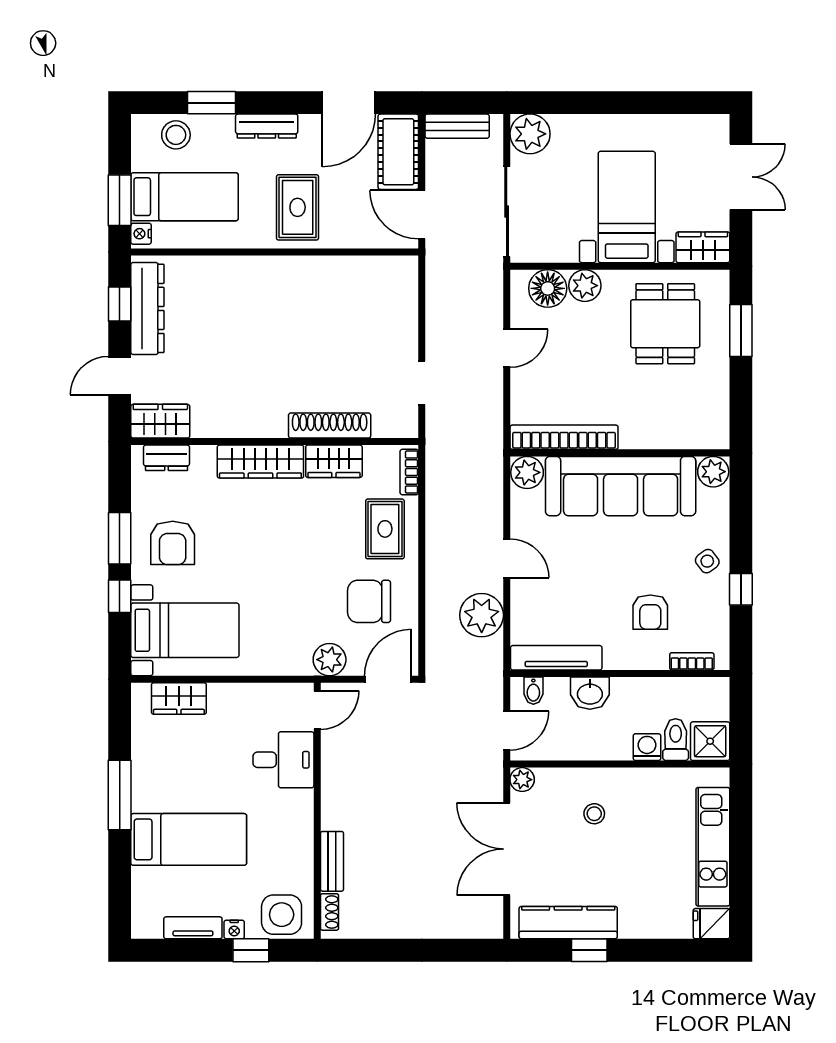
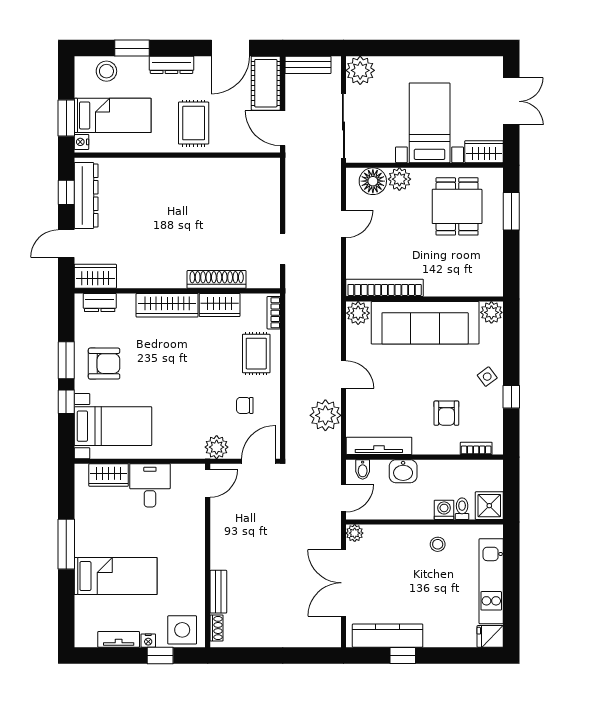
armchair: (173, 543) -> (104, 364), turned -90
chair: (369, 601) -> (245, 405), width x0.54, depth x0.54
toilet: (676, 740) -> (462, 509), width x0.73, depth x0.72
desk: (283, 760) -> (150, 485), moved, turned -90
stool: (594, 814) -> (438, 544), moved

